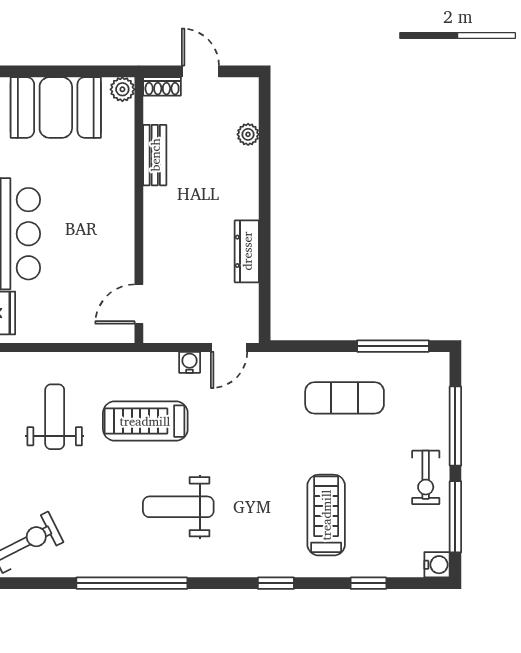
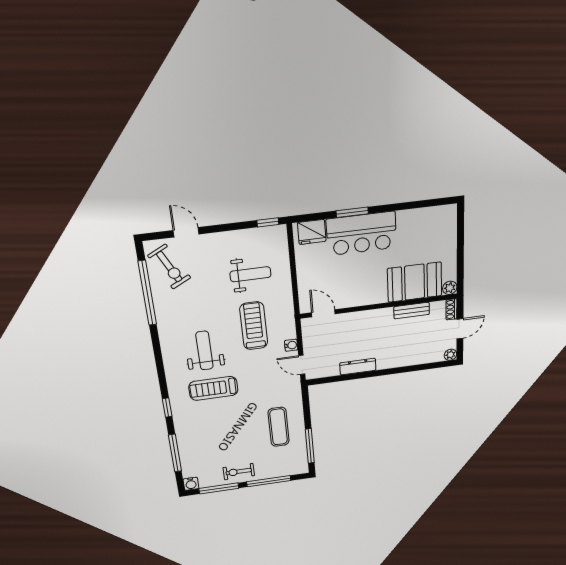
booth: (56, 107) -> (415, 282), moved, turned 90
plant: (248, 134) -> (450, 355), moved
treadmill: (326, 515) -> (213, 388), moved, turned 180
window: (132, 583) -> (147, 293), moved
window: (368, 583) -> (175, 453), width x2.17

